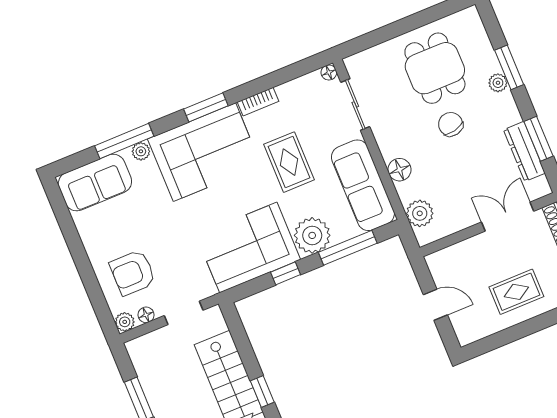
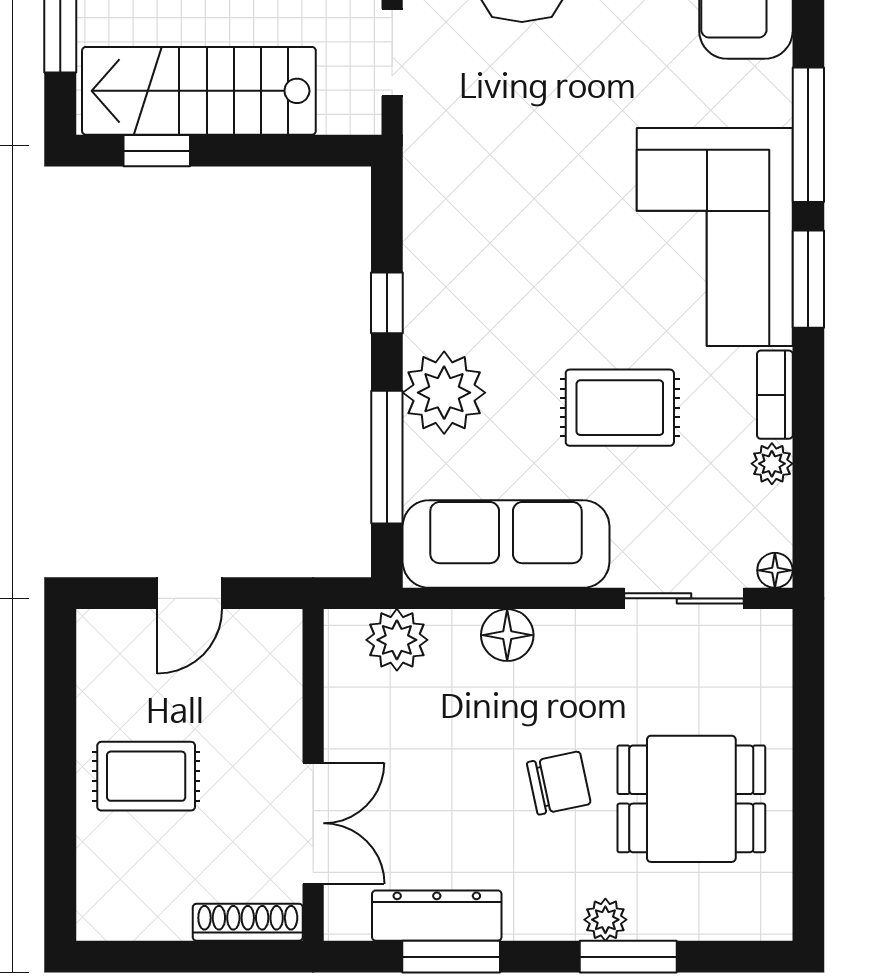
window: (124, 141) -> (808, 135), moved
plant: (141, 151) -> (772, 464), moved
corner sofa: (248, 247) -> (474, 247), removed
rug: (516, 292) -> (146, 776), turned 90

